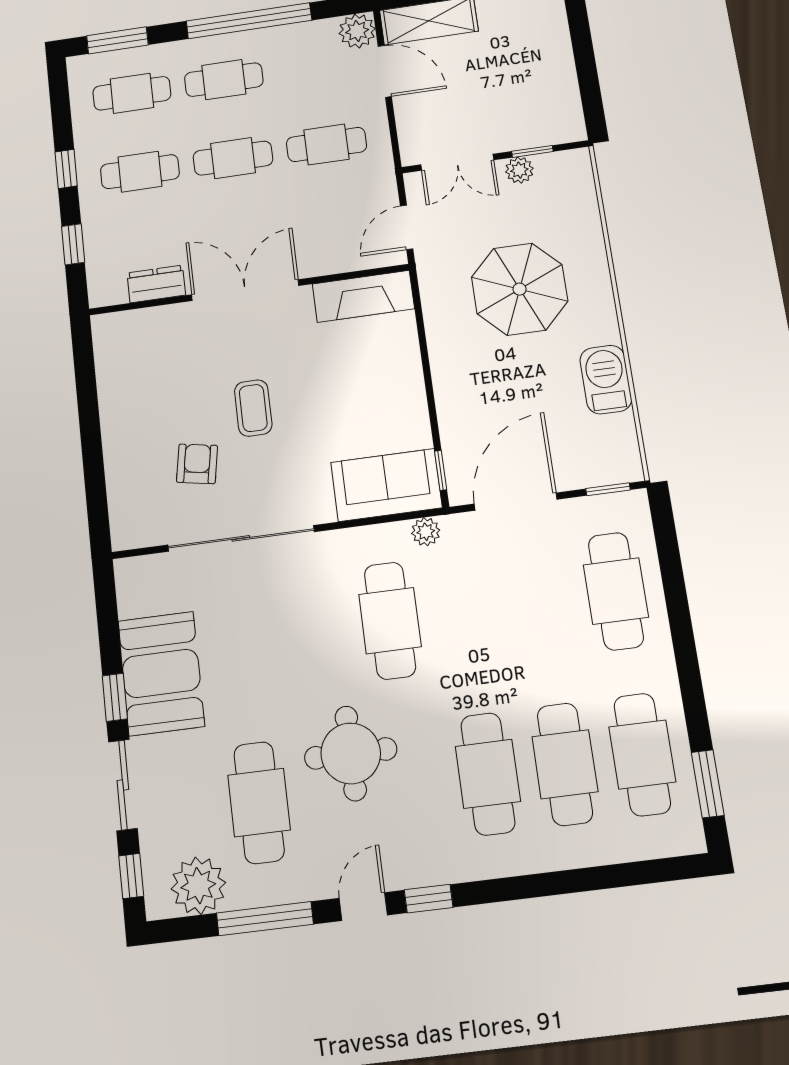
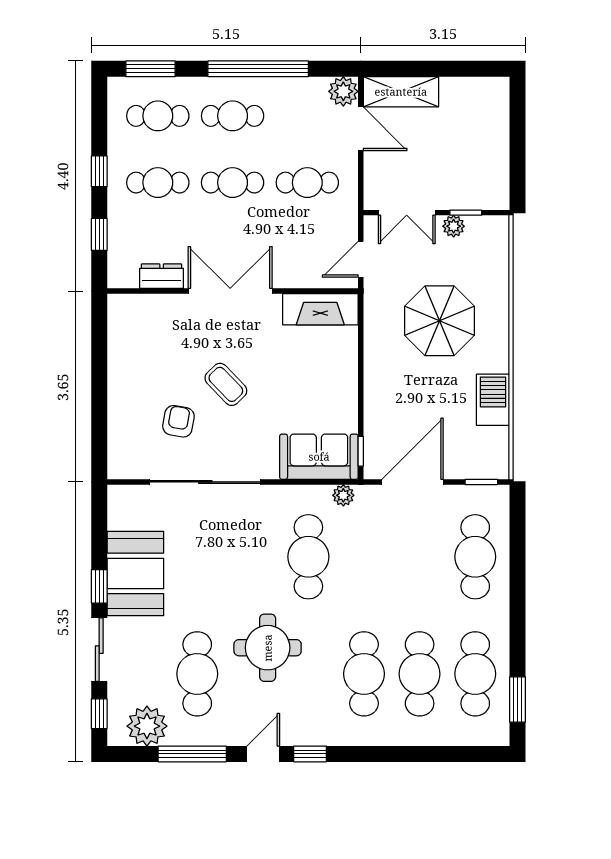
coffee table: (253, 408) -> (226, 384), turned -44

